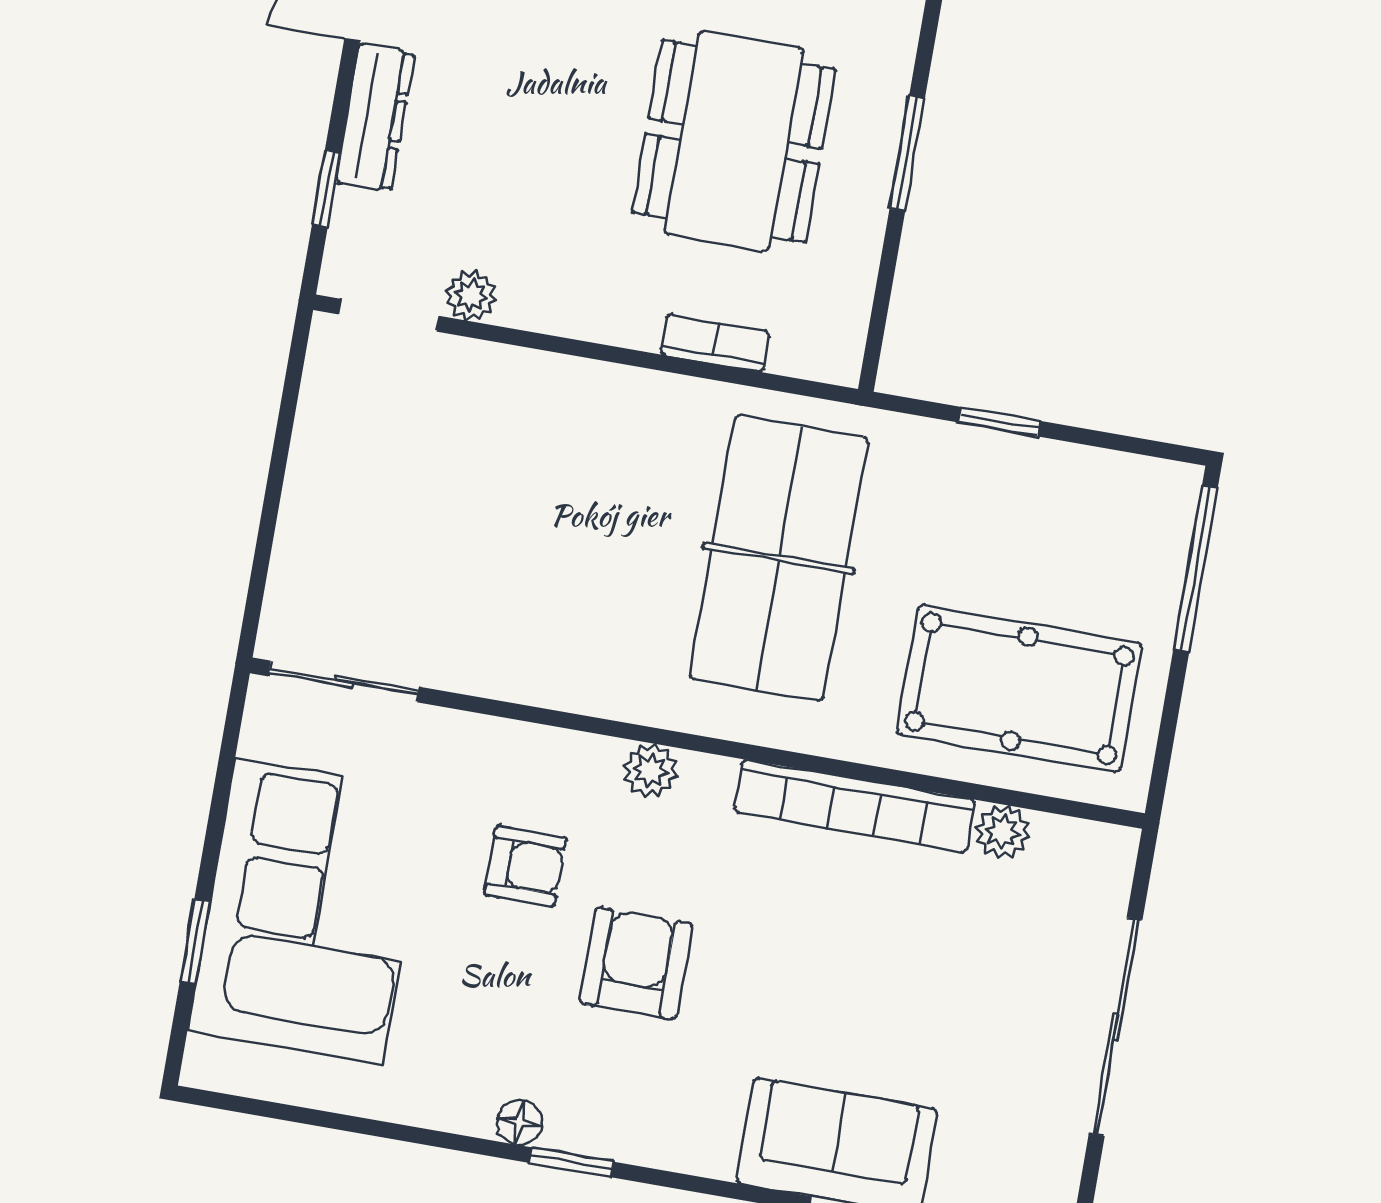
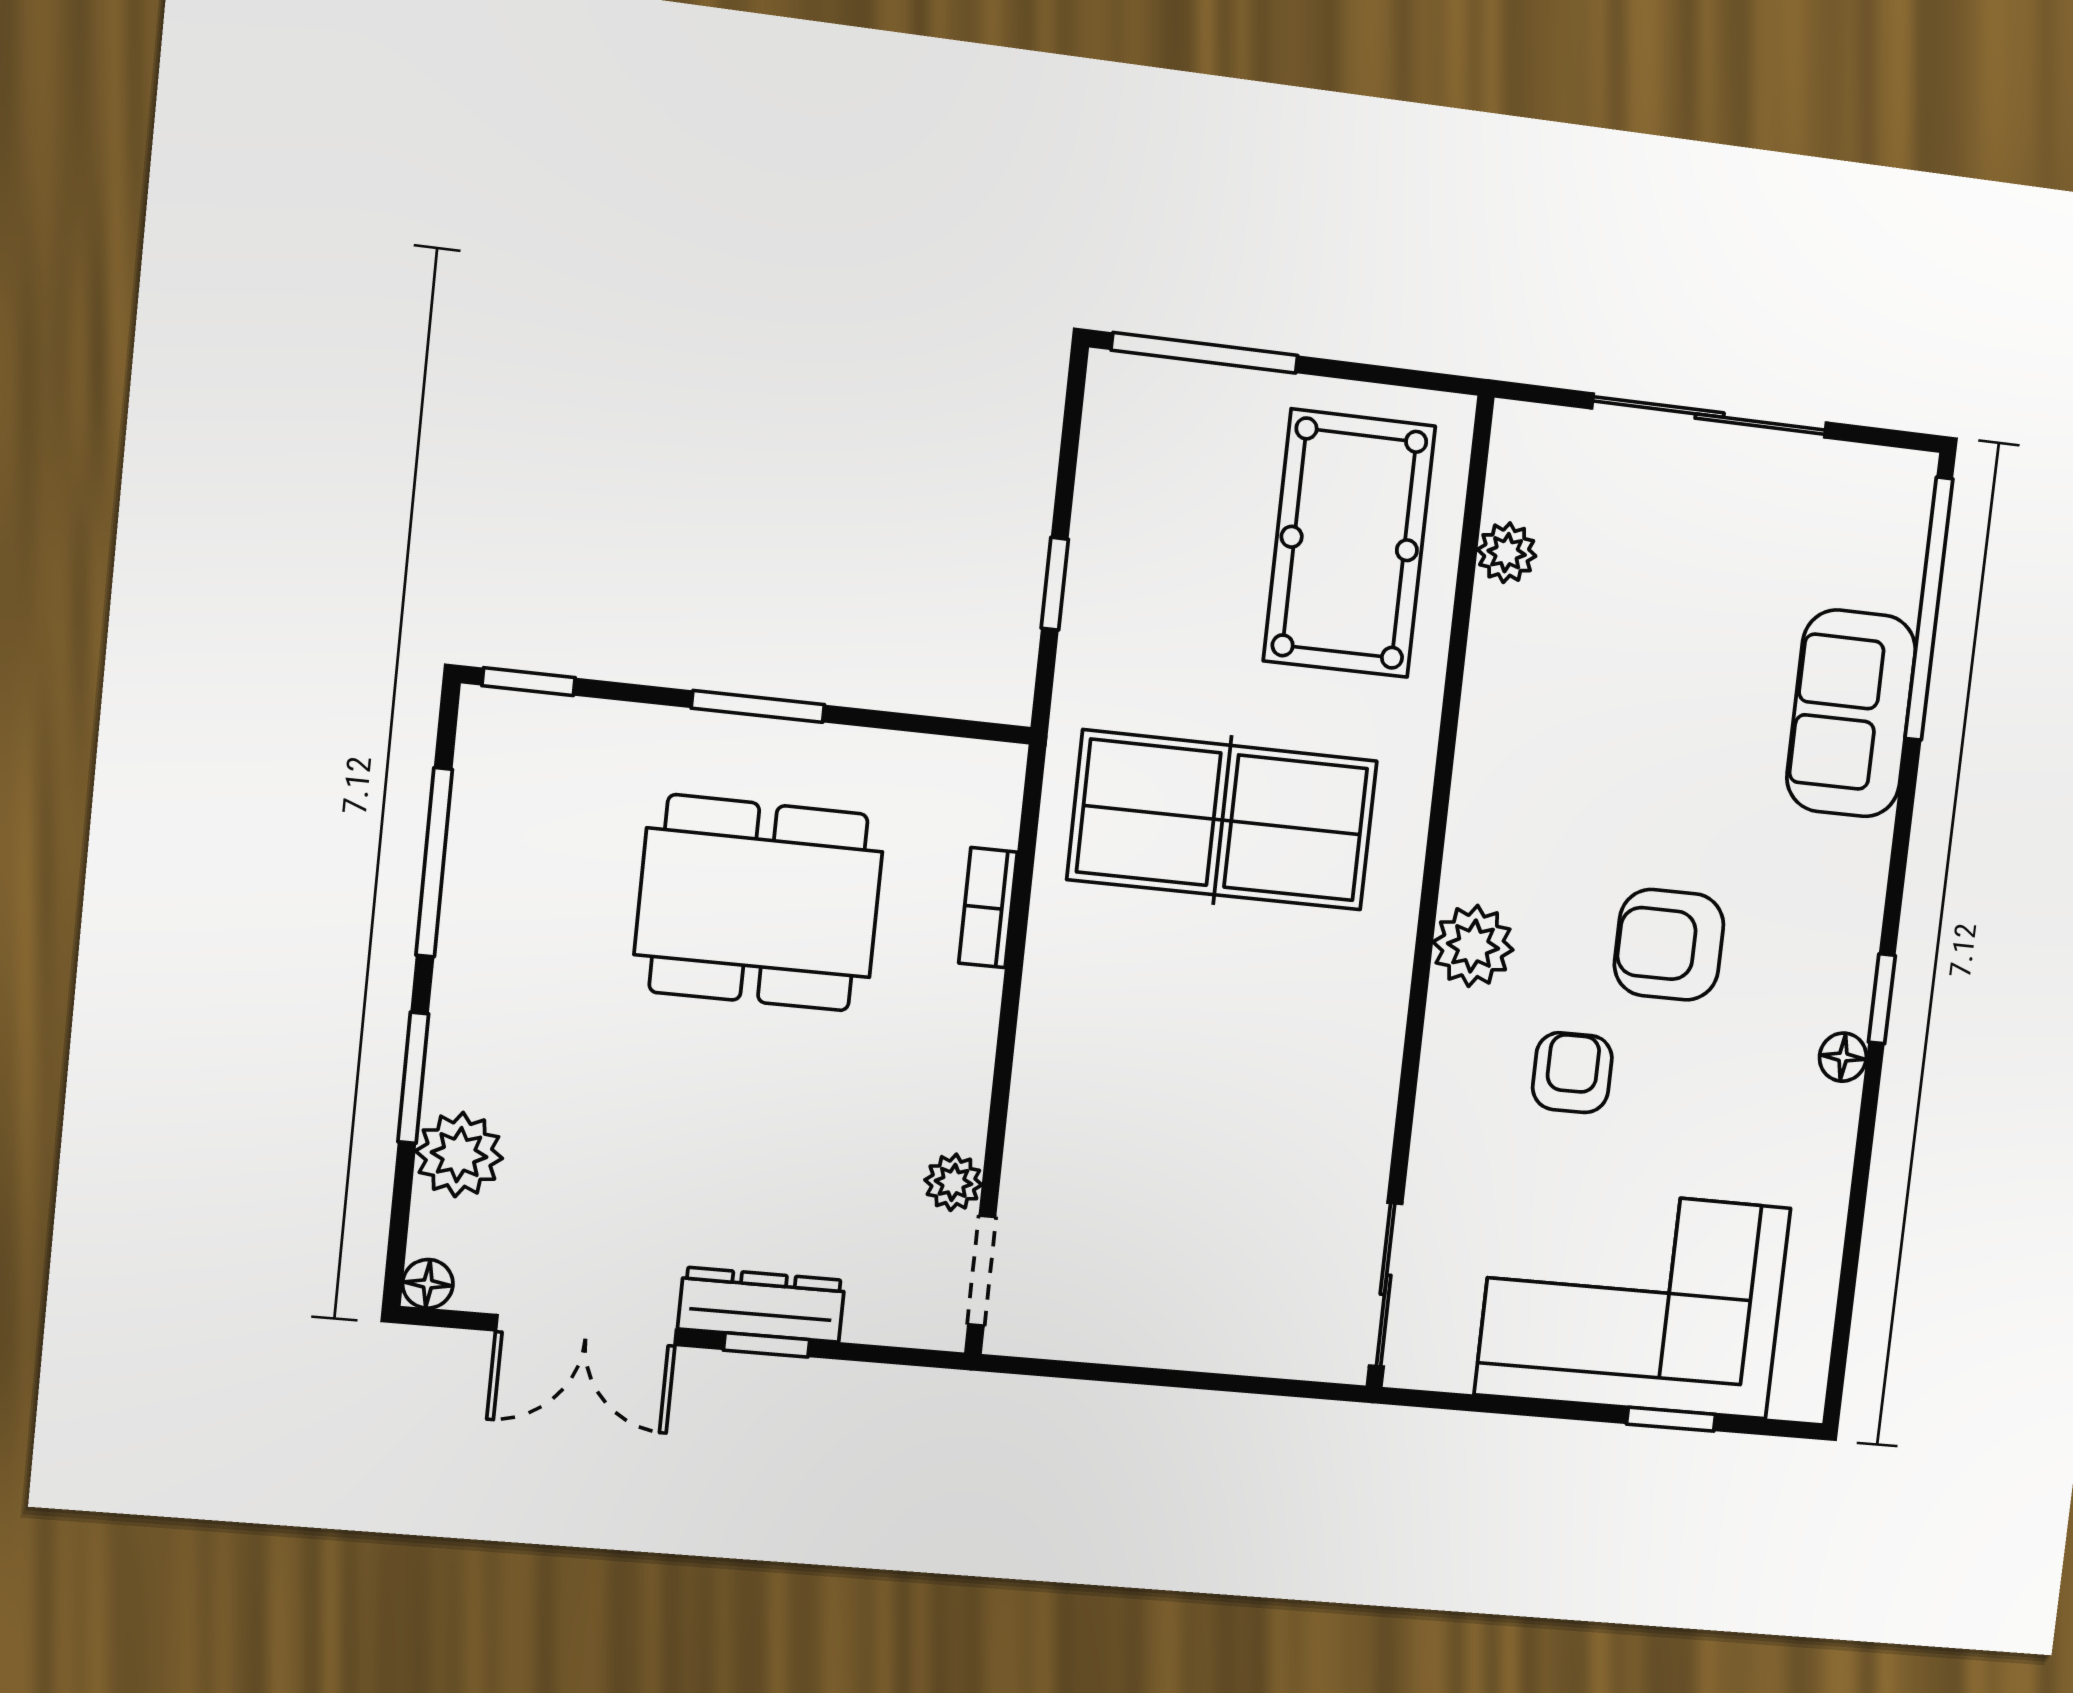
window: (326, 189) -> (767, 1345), moved
plant: (650, 771) -> (1473, 946), width x1.38, depth x1.38
bookcase: (854, 806) -> (1488, 718), removed

